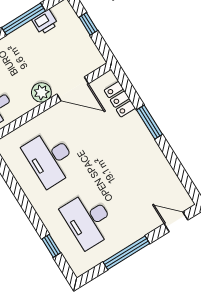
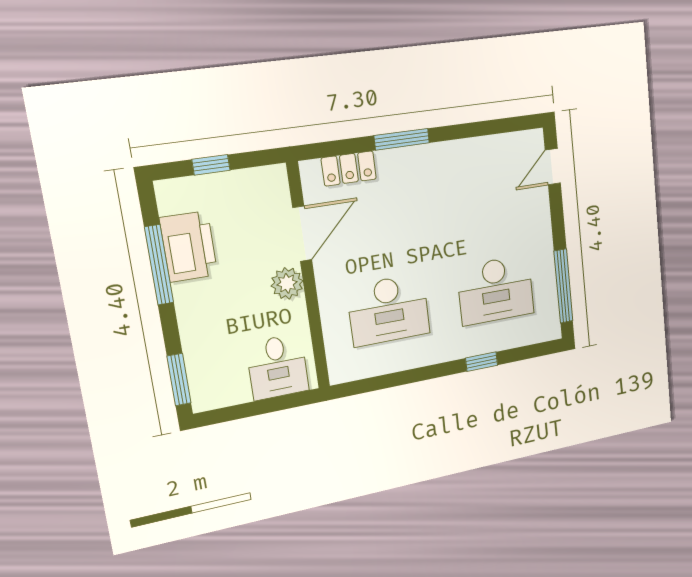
printer: (45, 22) -> (189, 246), width x1.87, depth x1.48
window: (51, 246) -> (482, 362), moved
window: (126, 253) -> (563, 286), moved

